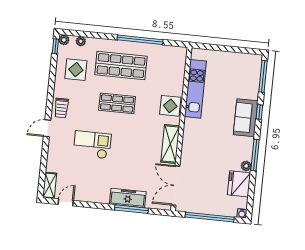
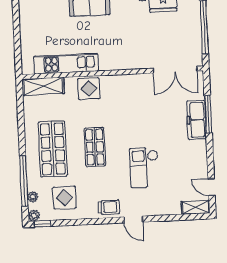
window: (140, 40) -> (24, 181), moved
shelving: (170, 144) -> (43, 86), moved

